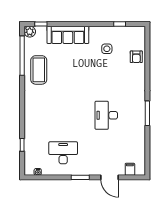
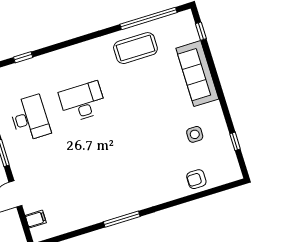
plant: (30, 32) -> (185, 19), removed
desk: (106, 115) -> (82, 102), moved

